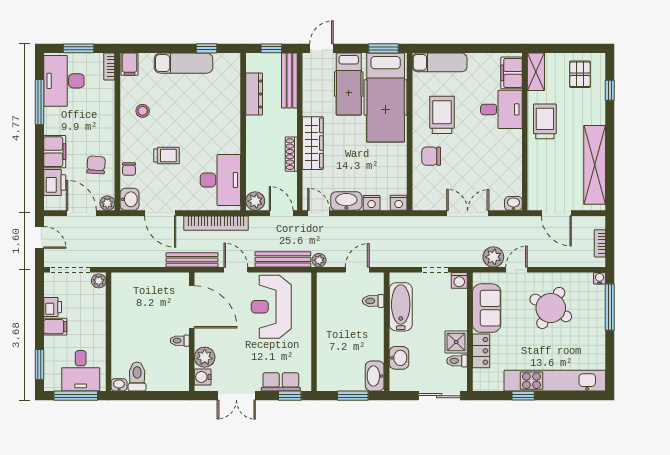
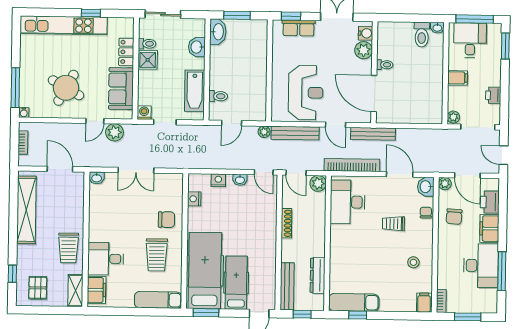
exam couch: (184, 63) -> (354, 302), moved
desk: (64, 81) -> (481, 265), moved
wardrobe: (313, 143) -> (268, 232), removed
washbasin: (346, 201) -> (240, 180), width x0.52, depth x0.69
nightstand: (399, 203) -> (194, 199), moved, turned -90
filing cabinet: (55, 327) -> (458, 78), moved, turned 180

